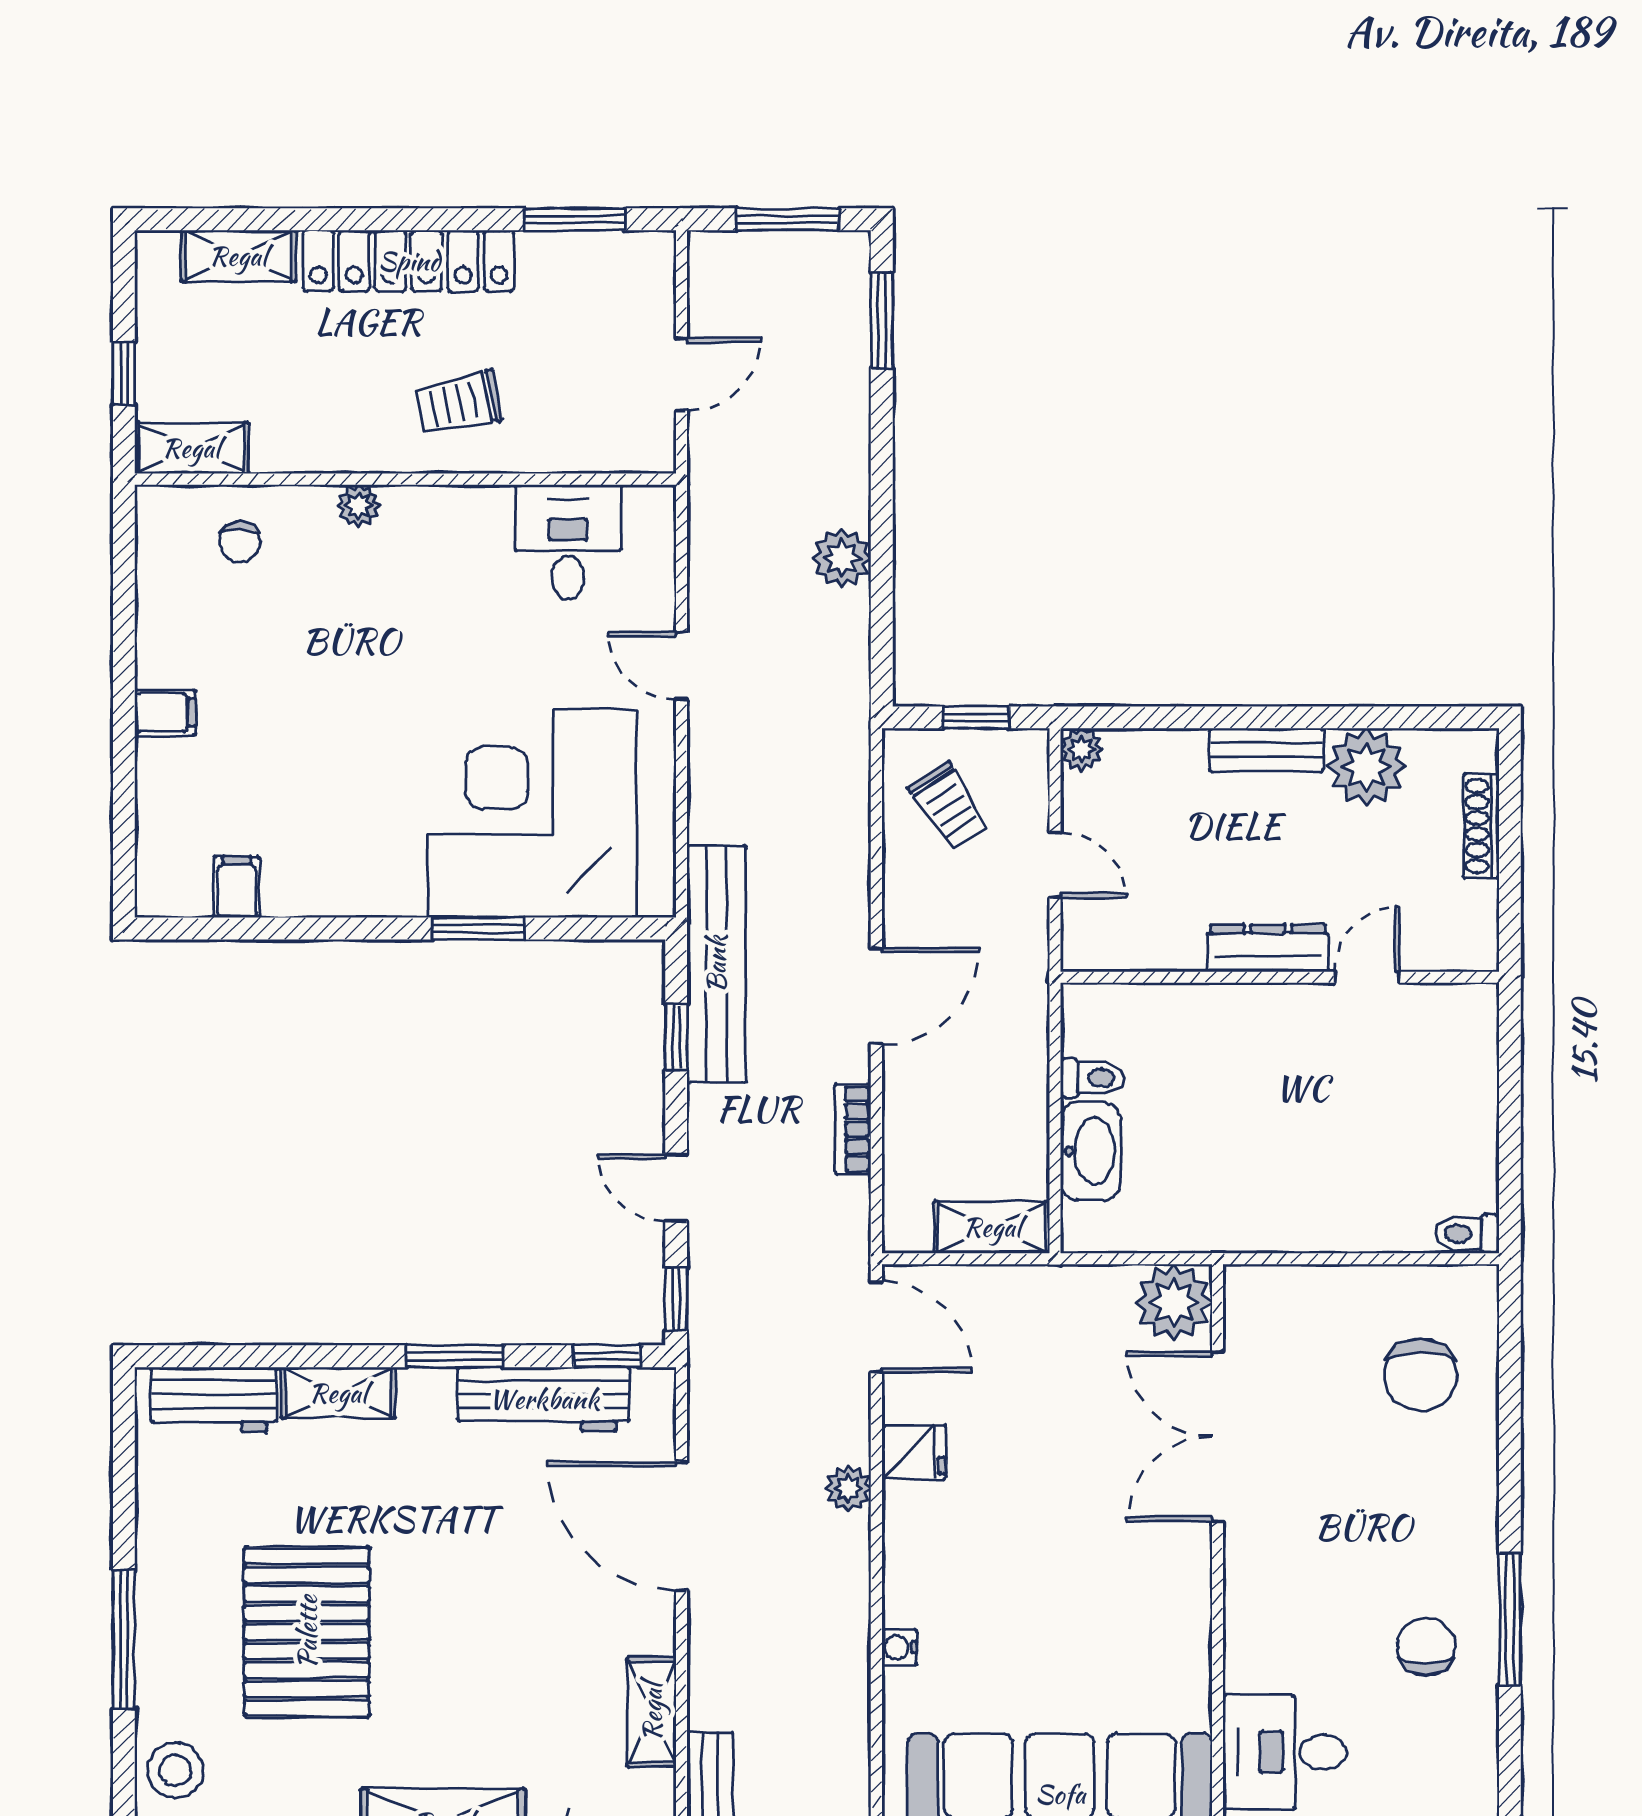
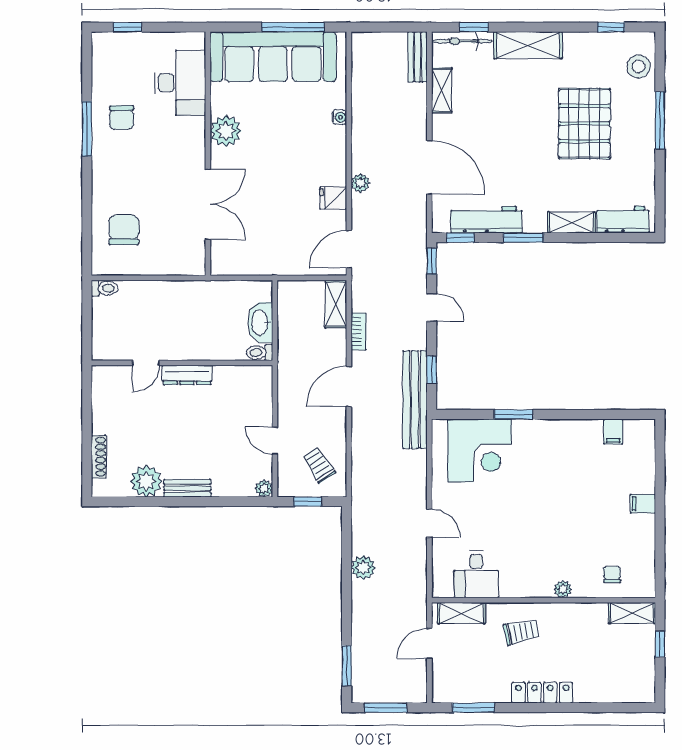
shelving: (238, 256) -> (462, 613), moved
locker: (409, 261) -> (542, 693), width x0.71, depth x0.83
corner desk: (532, 813) -> (480, 451), width x0.74, depth x0.74
dresser: (1268, 948) -> (187, 375), moved
wall: (1280, 977) -> (182, 363), moved
door: (1367, 977) -> (146, 363), moved
shelving: (992, 1227) -> (336, 304), moved, turned 90
plant: (1174, 1302) -> (226, 131), moved
door: (876, 1328) -> (349, 249), hinge flipped
desk: (1285, 1752) -> (180, 83), width x1.37

